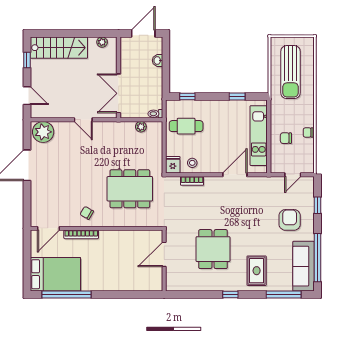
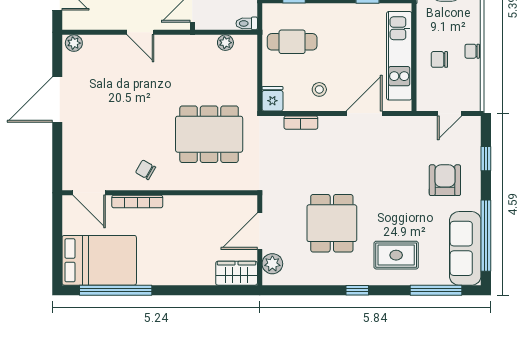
plant: (43, 132) -> (74, 43), width x0.53, depth x0.53
stool: (192, 163) -> (319, 89), moved
door: (49, 228) -> (89, 193), hinge flipped
rug: (257, 271) -> (396, 255), turned 90
plant: (173, 277) -> (272, 264), added
wardrobe: (148, 283) -> (237, 273), added

